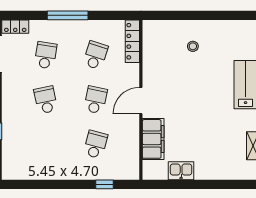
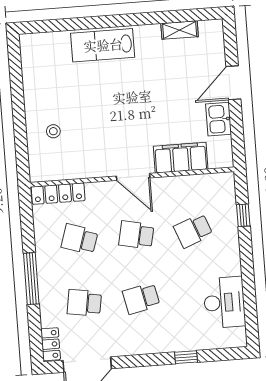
stool: (193, 46) -> (53, 131), moved
school desk: (96, 144) -> (193, 231), turned -36
desk: (38, 165) -> (224, 302), added
door: (209, 184) -> (233, 83), added

